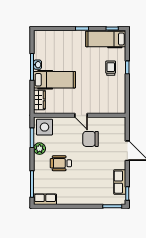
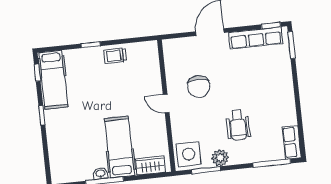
trolley: (111, 68) -> (115, 56), moved
door: (81, 115) -> (166, 104), swing flipped
row of seats: (120, 182) -> (256, 38), width x1.48

